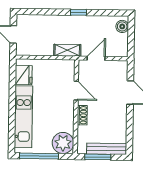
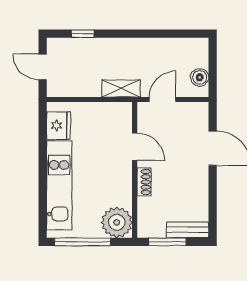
window: (79, 12) -> (83, 34), moved
boiler: (122, 26) -> (200, 77), moved
bench: (107, 149) -> (188, 230), width x0.73

